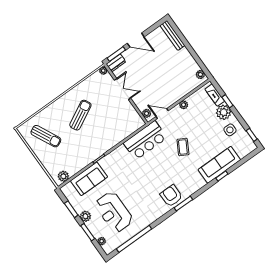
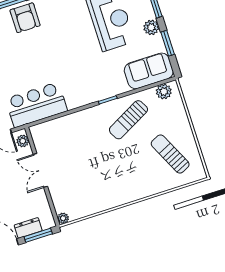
dresser: (116, 63) -> (28, 228), moved
double door: (123, 89) -> (40, 170), moved
sun lounger: (80, 115) -> (128, 120), moved
sofa: (89, 179) -> (149, 71), moved

